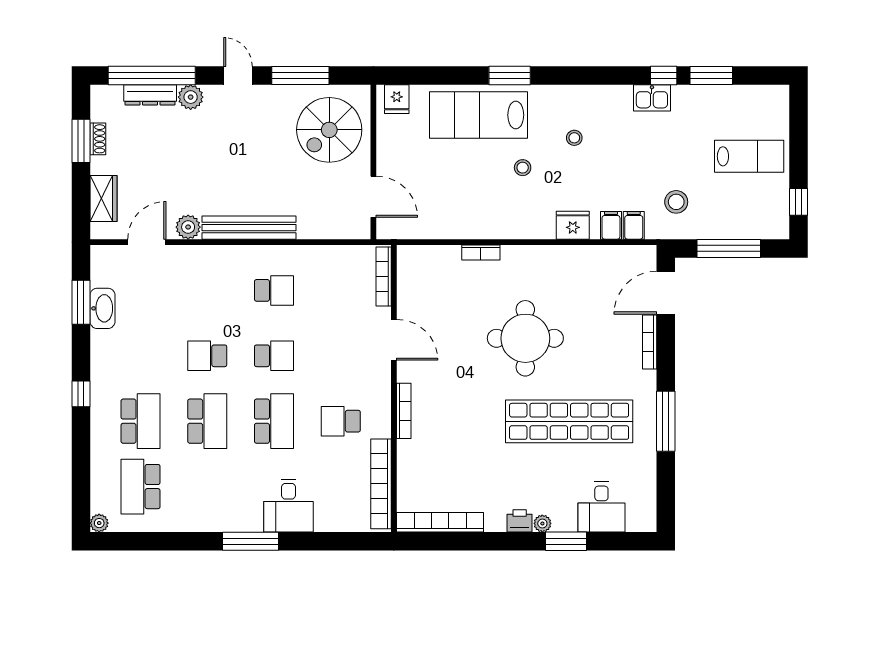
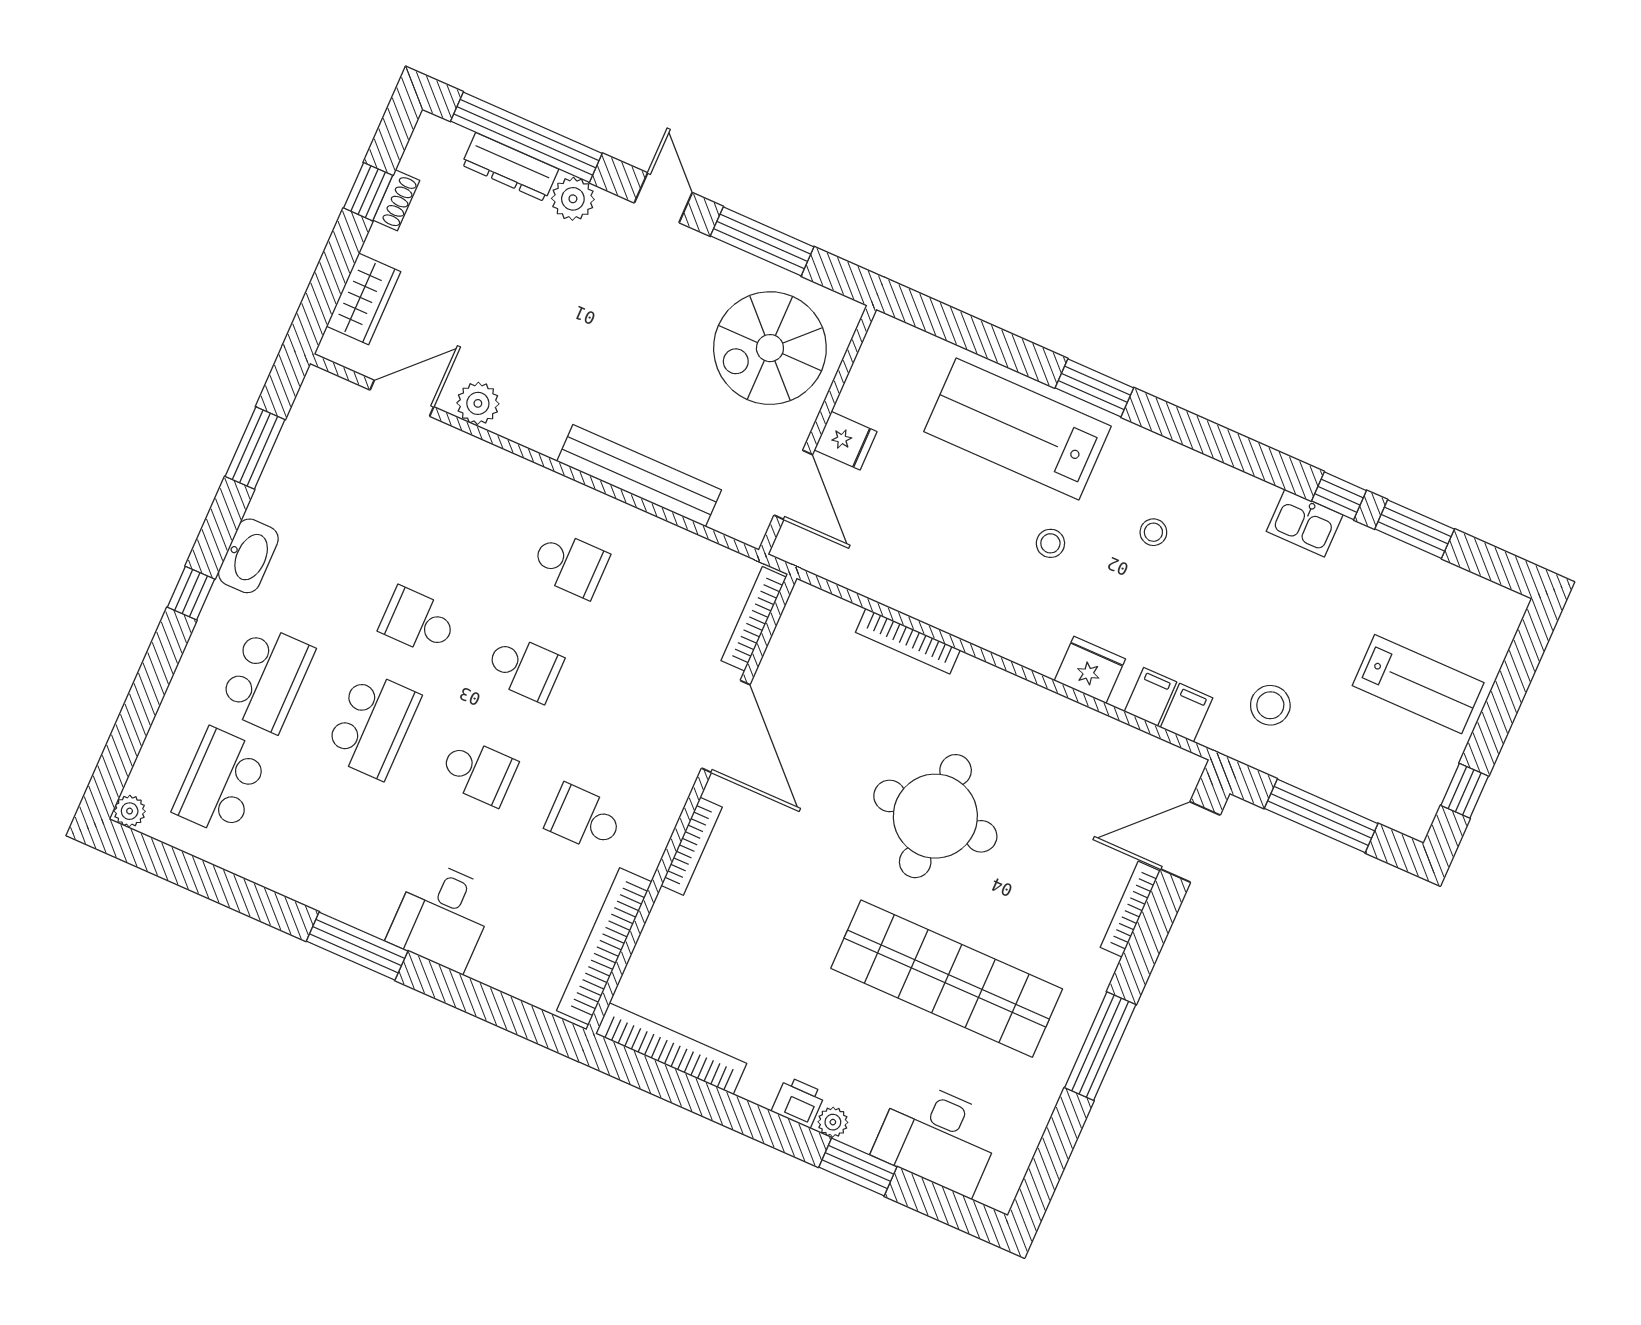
fridge: (397, 99) -> (846, 441), moved, turned -90
window: (81, 141) -> (368, 192), width x0.67
bench: (249, 228) -> (639, 476), moved
bookcase: (481, 252) -> (908, 641), width x1.56
washbasin: (102, 308) -> (248, 556), moved
door: (394, 340) -> (726, 726), width x1.36
school desk: (274, 421) -> (478, 772), width x0.54
desk: (601, 507) -> (938, 1137), width x1.37

